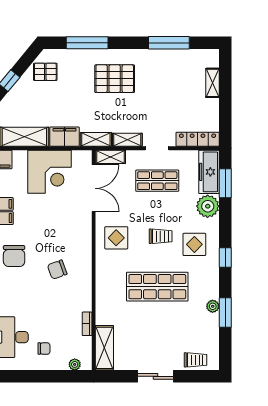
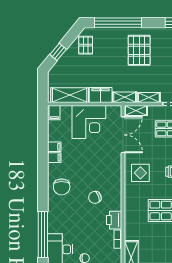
window: (87, 43) -> (118, 23), width x1.46
pallet: (45, 72) -> (86, 45), turned 90
pallet: (115, 79) -> (139, 50), turned 90
printer: (82, 299) -> (114, 220), added

